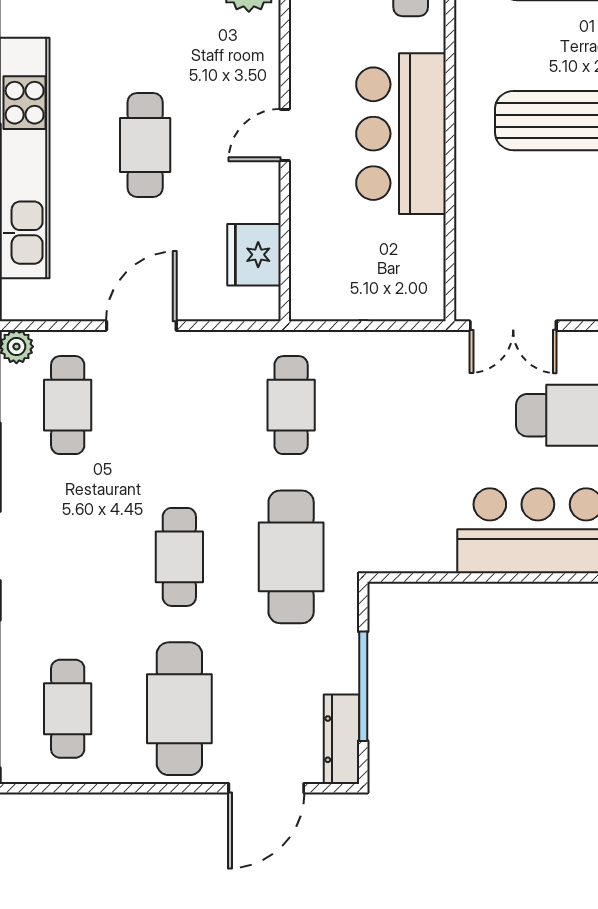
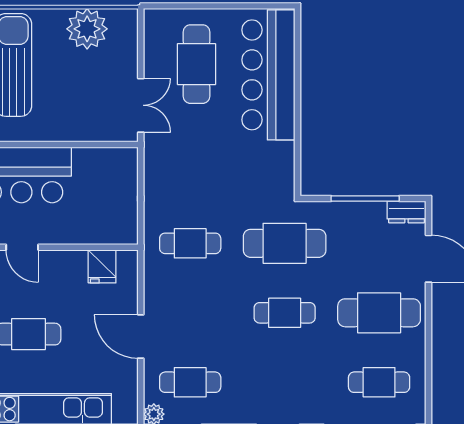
fridge: (254, 255) -> (102, 266), width x0.72
dresser: (341, 739) -> (406, 212), width x0.70

